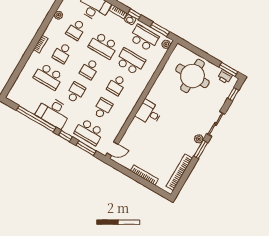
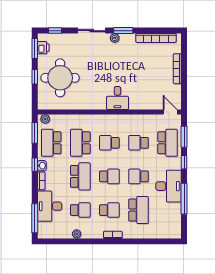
window: (205, 56) -> (35, 77), added
school desk: (117, 85) -> (109, 143), turned 180
window: (36, 119) -> (184, 199), width x0.68

